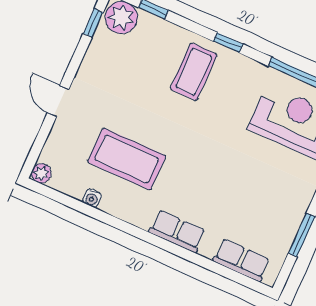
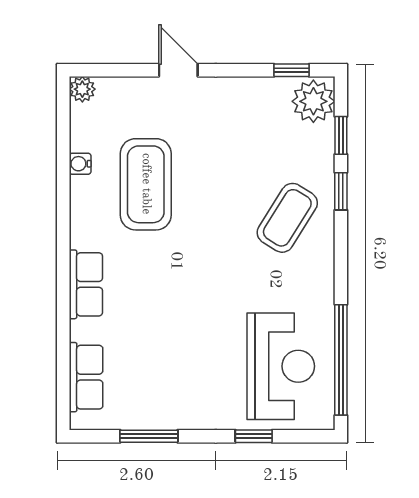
window: (228, 43) -> (341, 191), moved
coffee table: (194, 72) -> (287, 218), turned -58
door: (58, 101) -> (178, 70), hinge flipped

